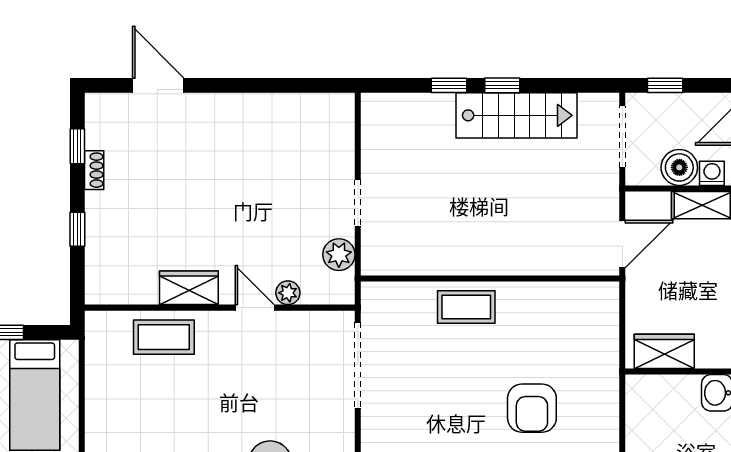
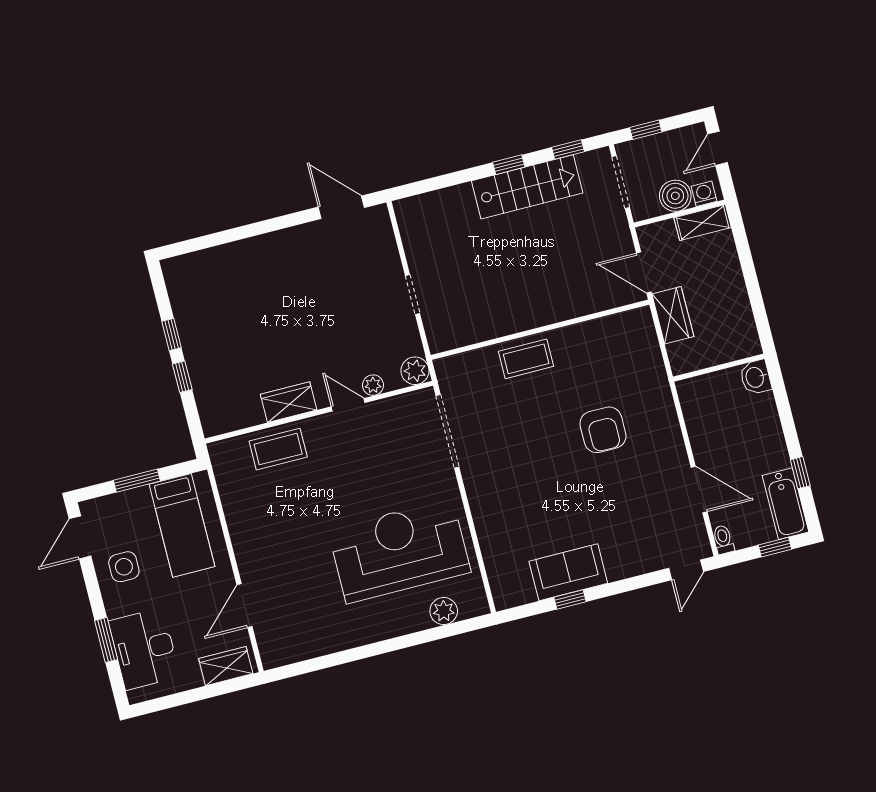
door: (158, 85) -> (341, 207), moved
window: (449, 85) -> (568, 150), moved
window: (77, 146) -> (171, 335), moved
shoe rack: (94, 170) -> (184, 323), removed
door: (622, 244) -> (644, 272), swing flipped
plant: (339, 255) -> (415, 371), moved
wardrobe: (664, 351) -> (673, 315), moved, turned 90

